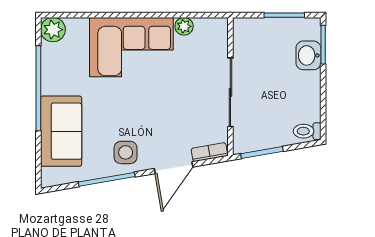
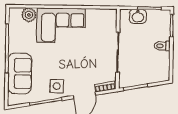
plant: (184, 26) -> (92, 14), removed
plant: (53, 30) -> (29, 15), moved
washbasin: (308, 55) -> (138, 16), moved, turned -90
toilet: (307, 131) -> (162, 46), moved

